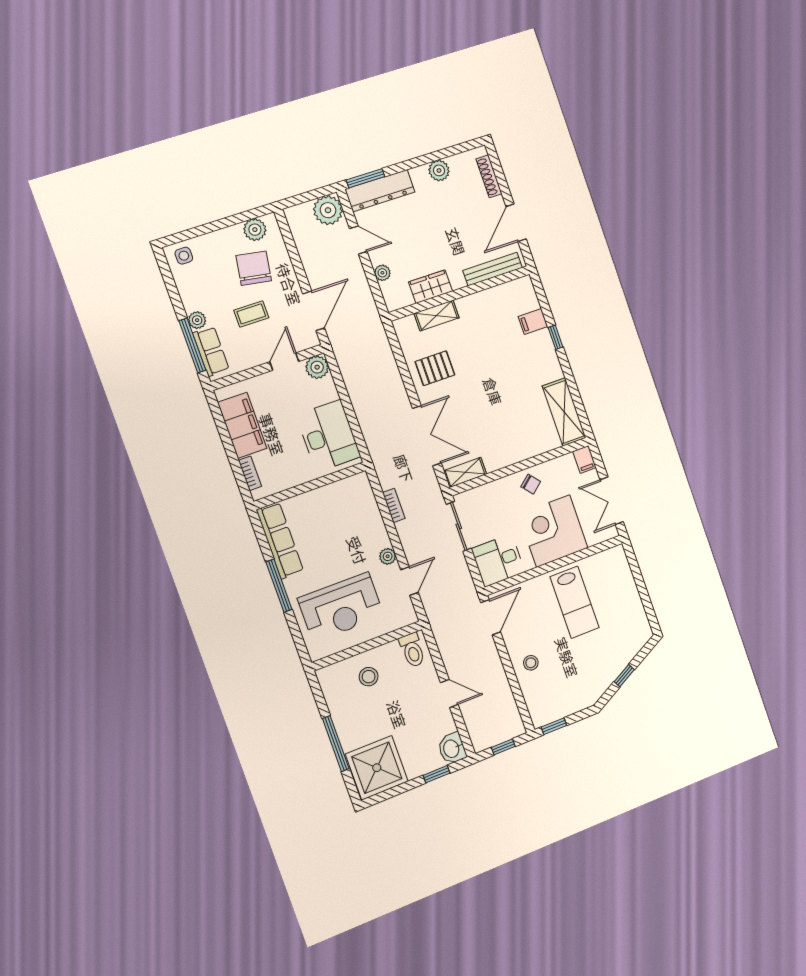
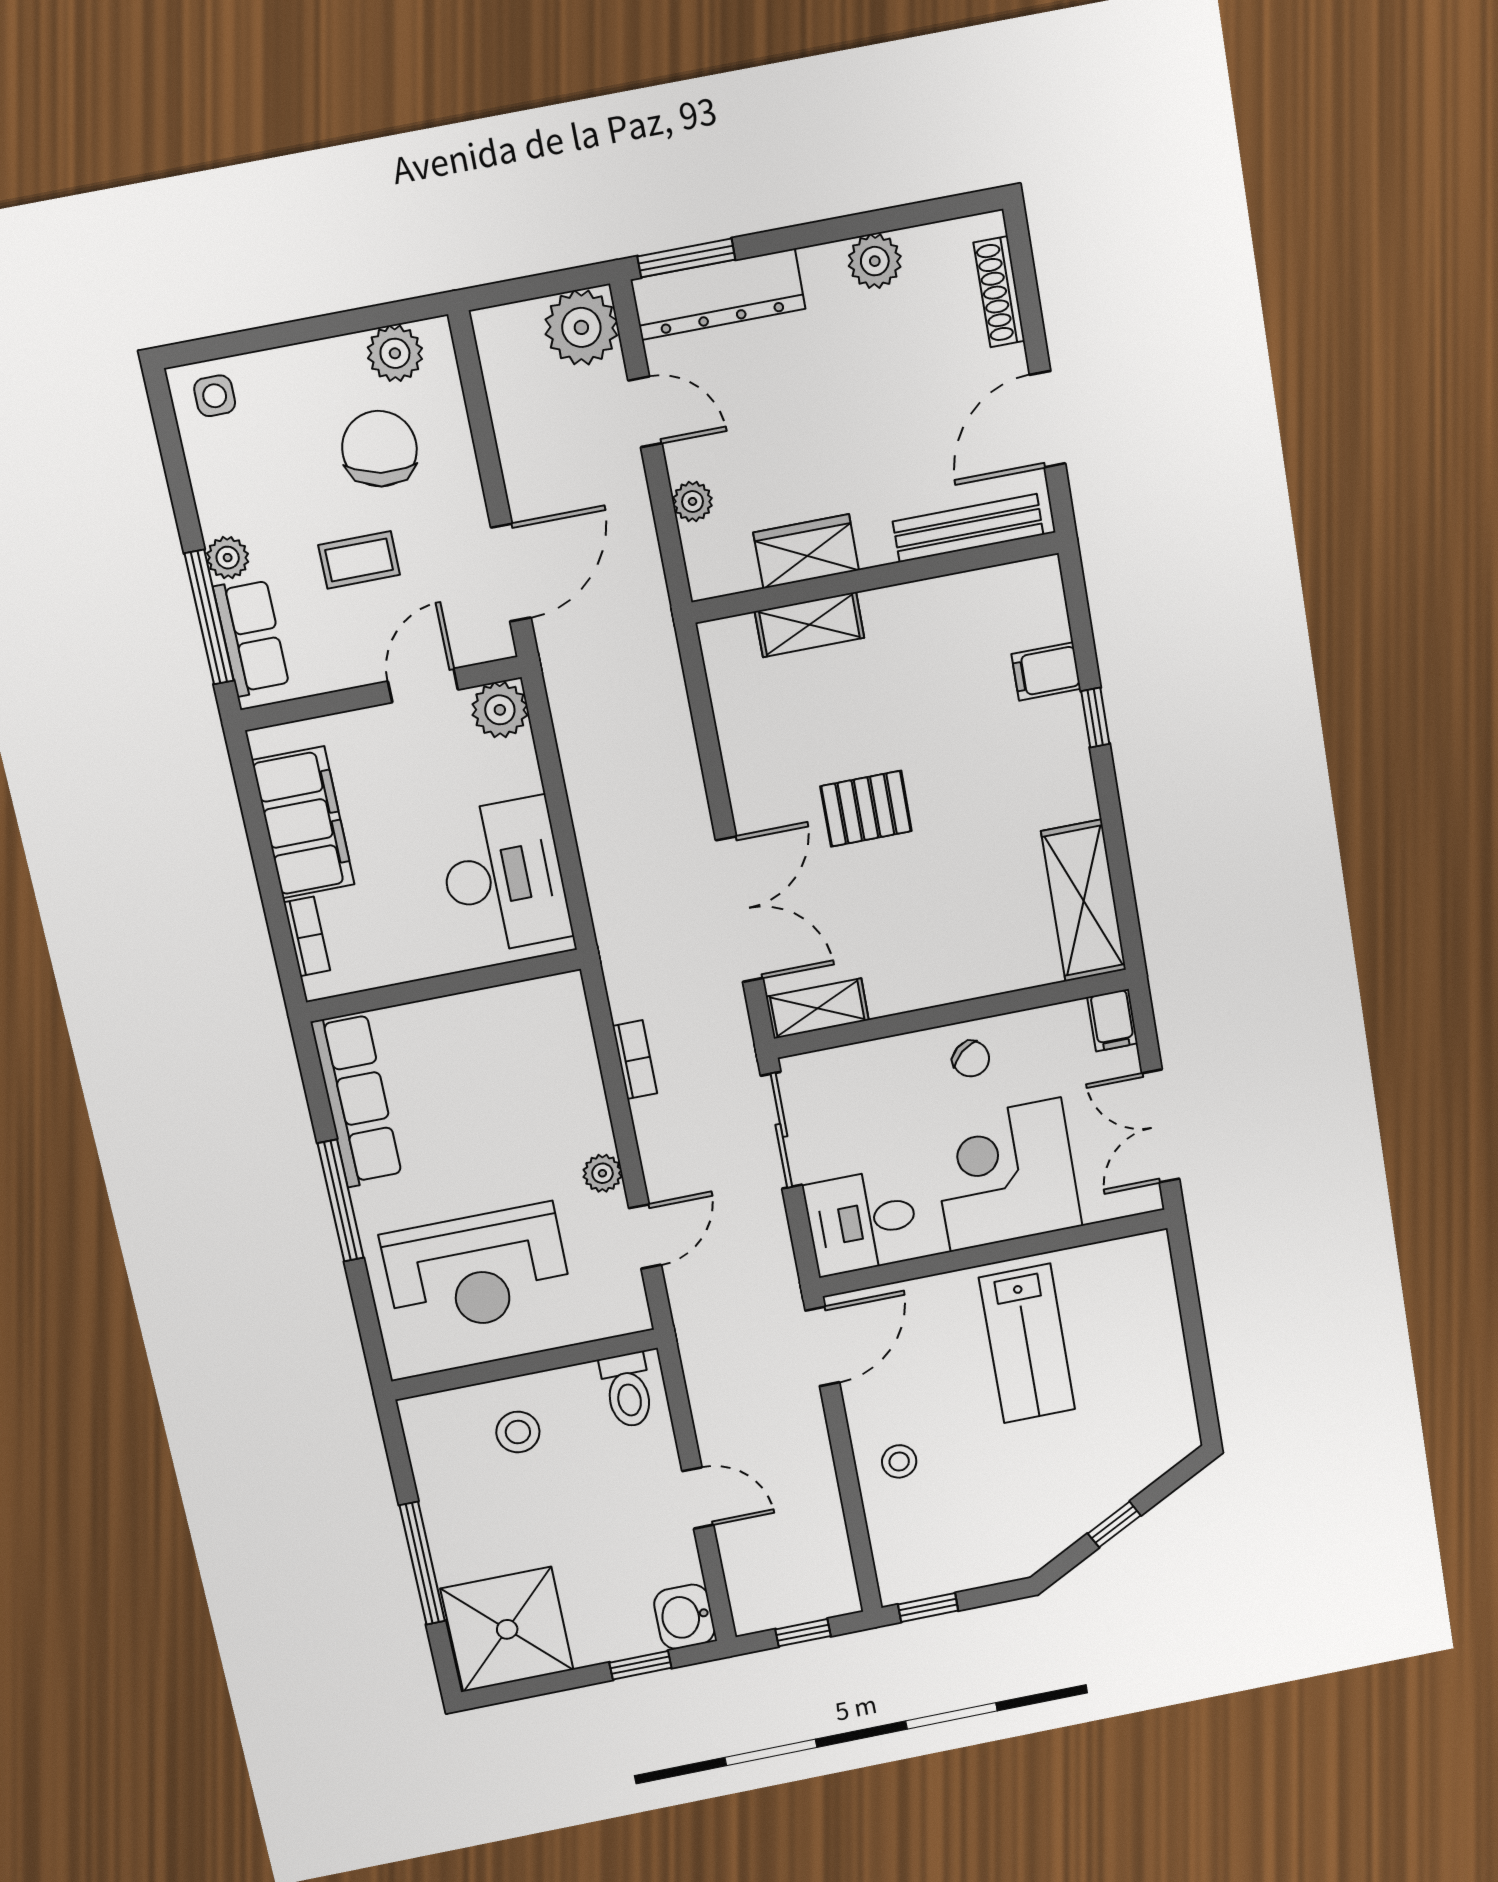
pallet: (435, 368) -> (866, 809), moved

